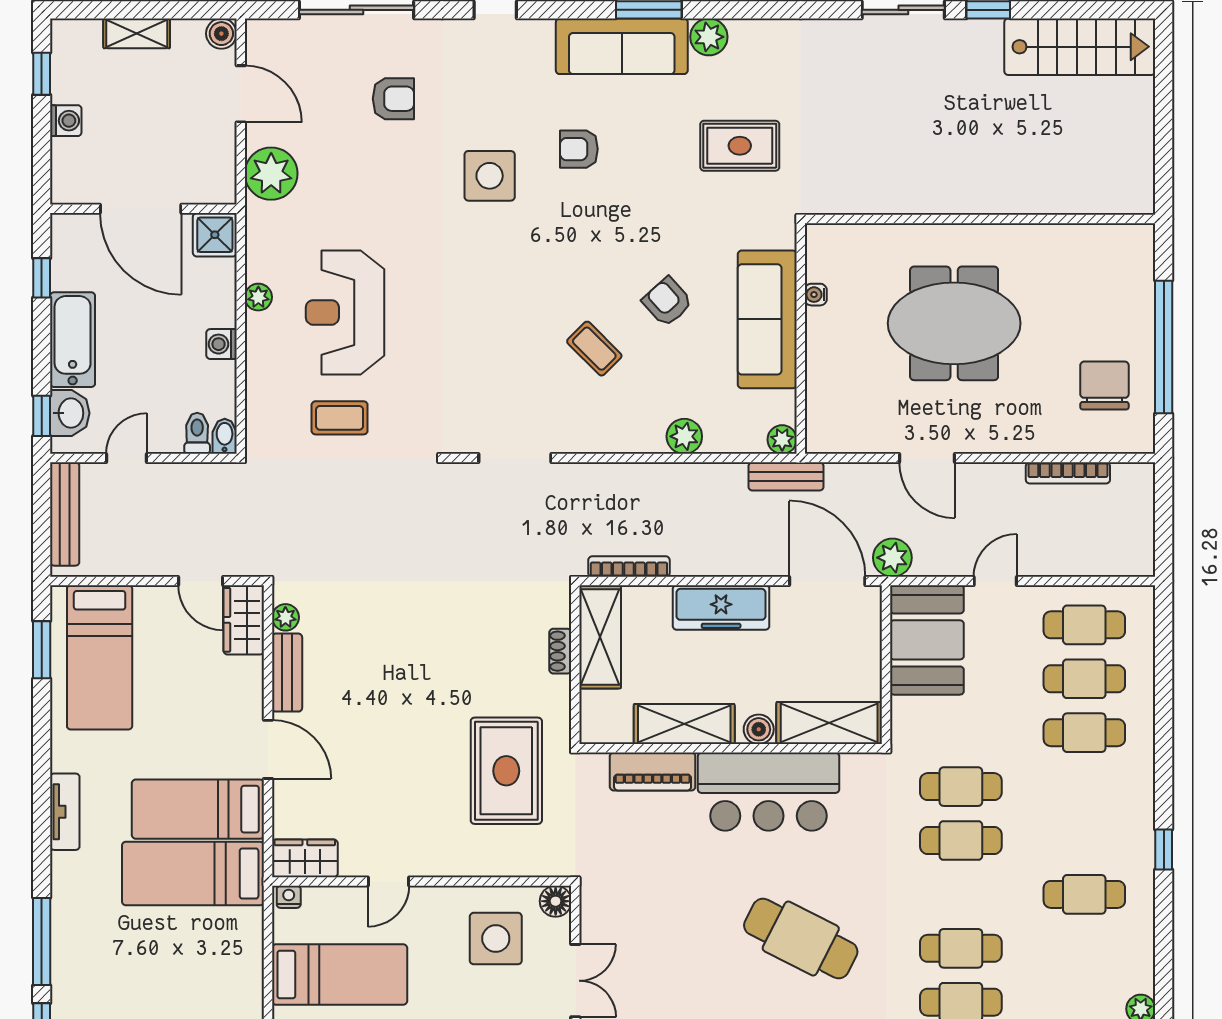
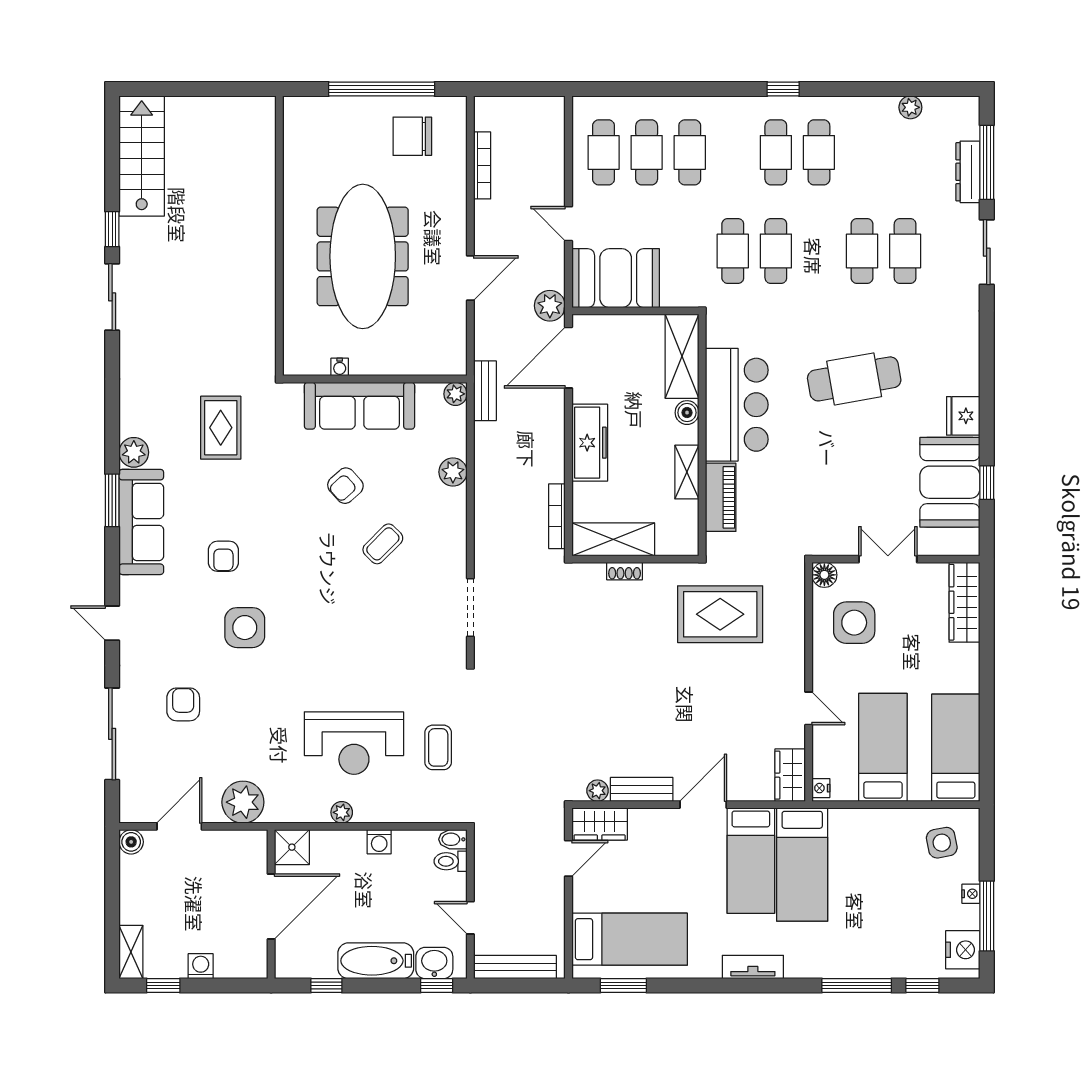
shelving: (137, 33) -> (131, 952), moved
meeting table: (954, 323) -> (363, 256), width x1.36
shelving: (684, 724) -> (687, 472), width x0.67, depth x0.75
cafe table: (1084, 840) -> (776, 152), added
cafe table: (801, 938) -> (854, 379), turned 53

